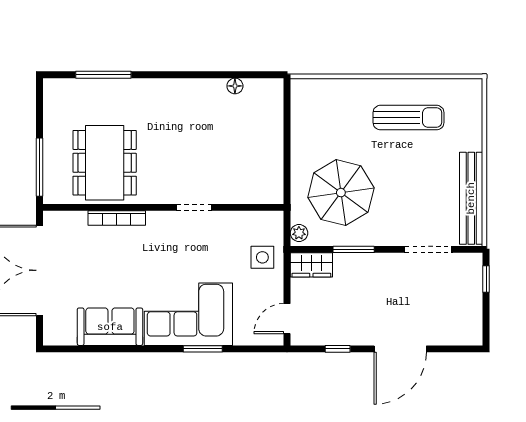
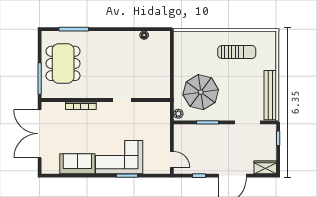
dining table: (105, 163) -> (63, 63), moved
side table: (262, 257) -> (159, 127), removed
wardrobe: (311, 265) -> (265, 167), moved, turned 180
door: (287, 319) -> (172, 159), swing flipped

